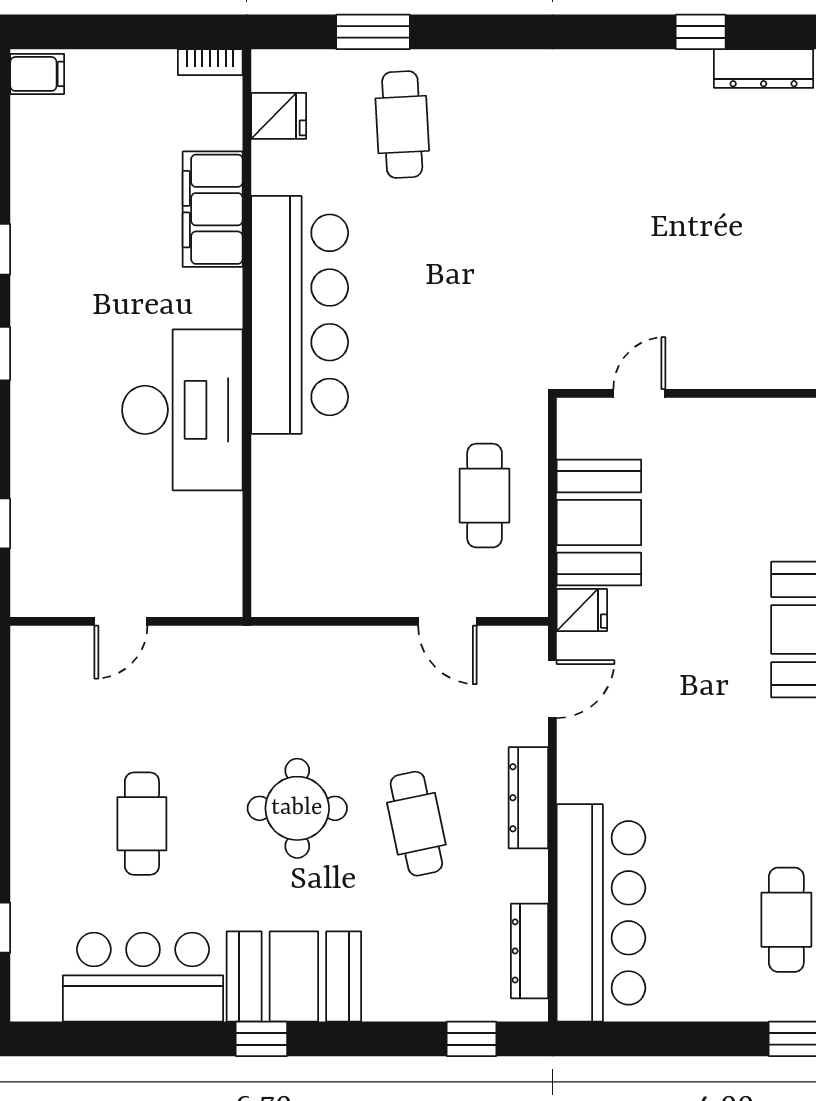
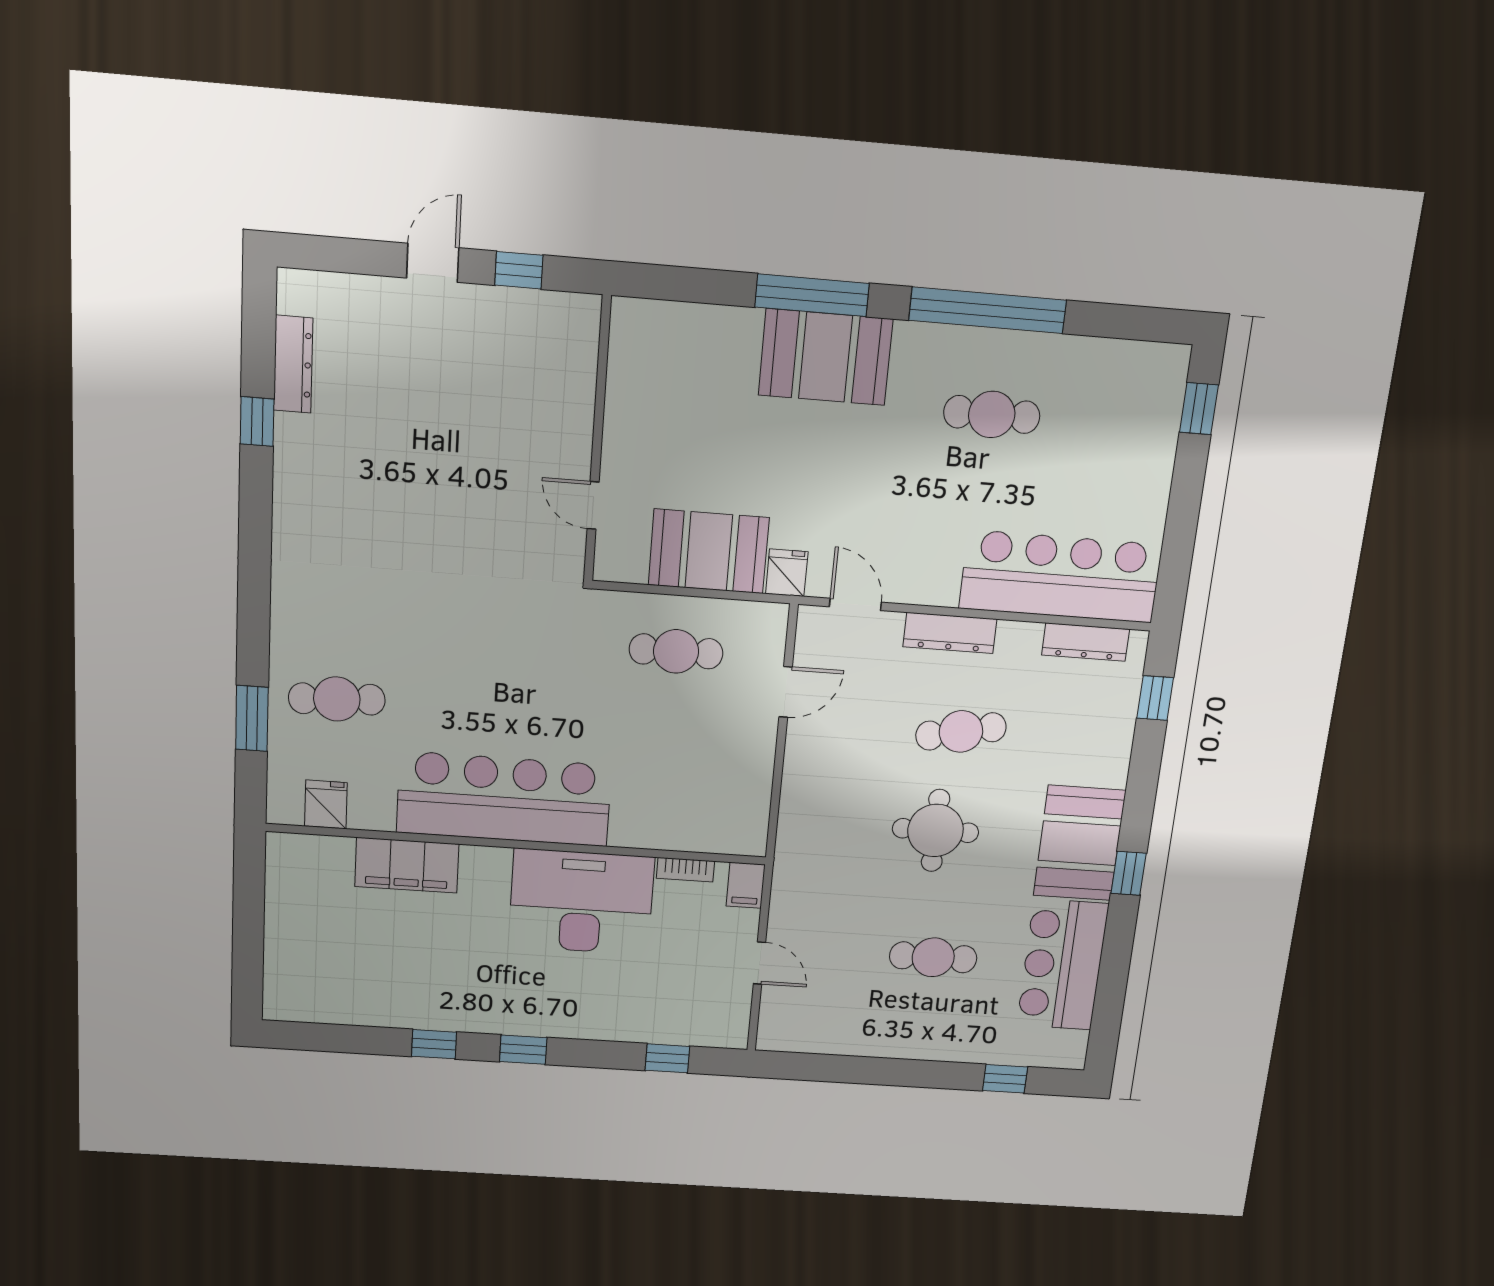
bookcase: (210, 62) -> (685, 870), moved, turned 90
filing cabinet: (37, 74) -> (746, 885), moved, turned 180
cafe table: (786, 920) -> (992, 414), moved

